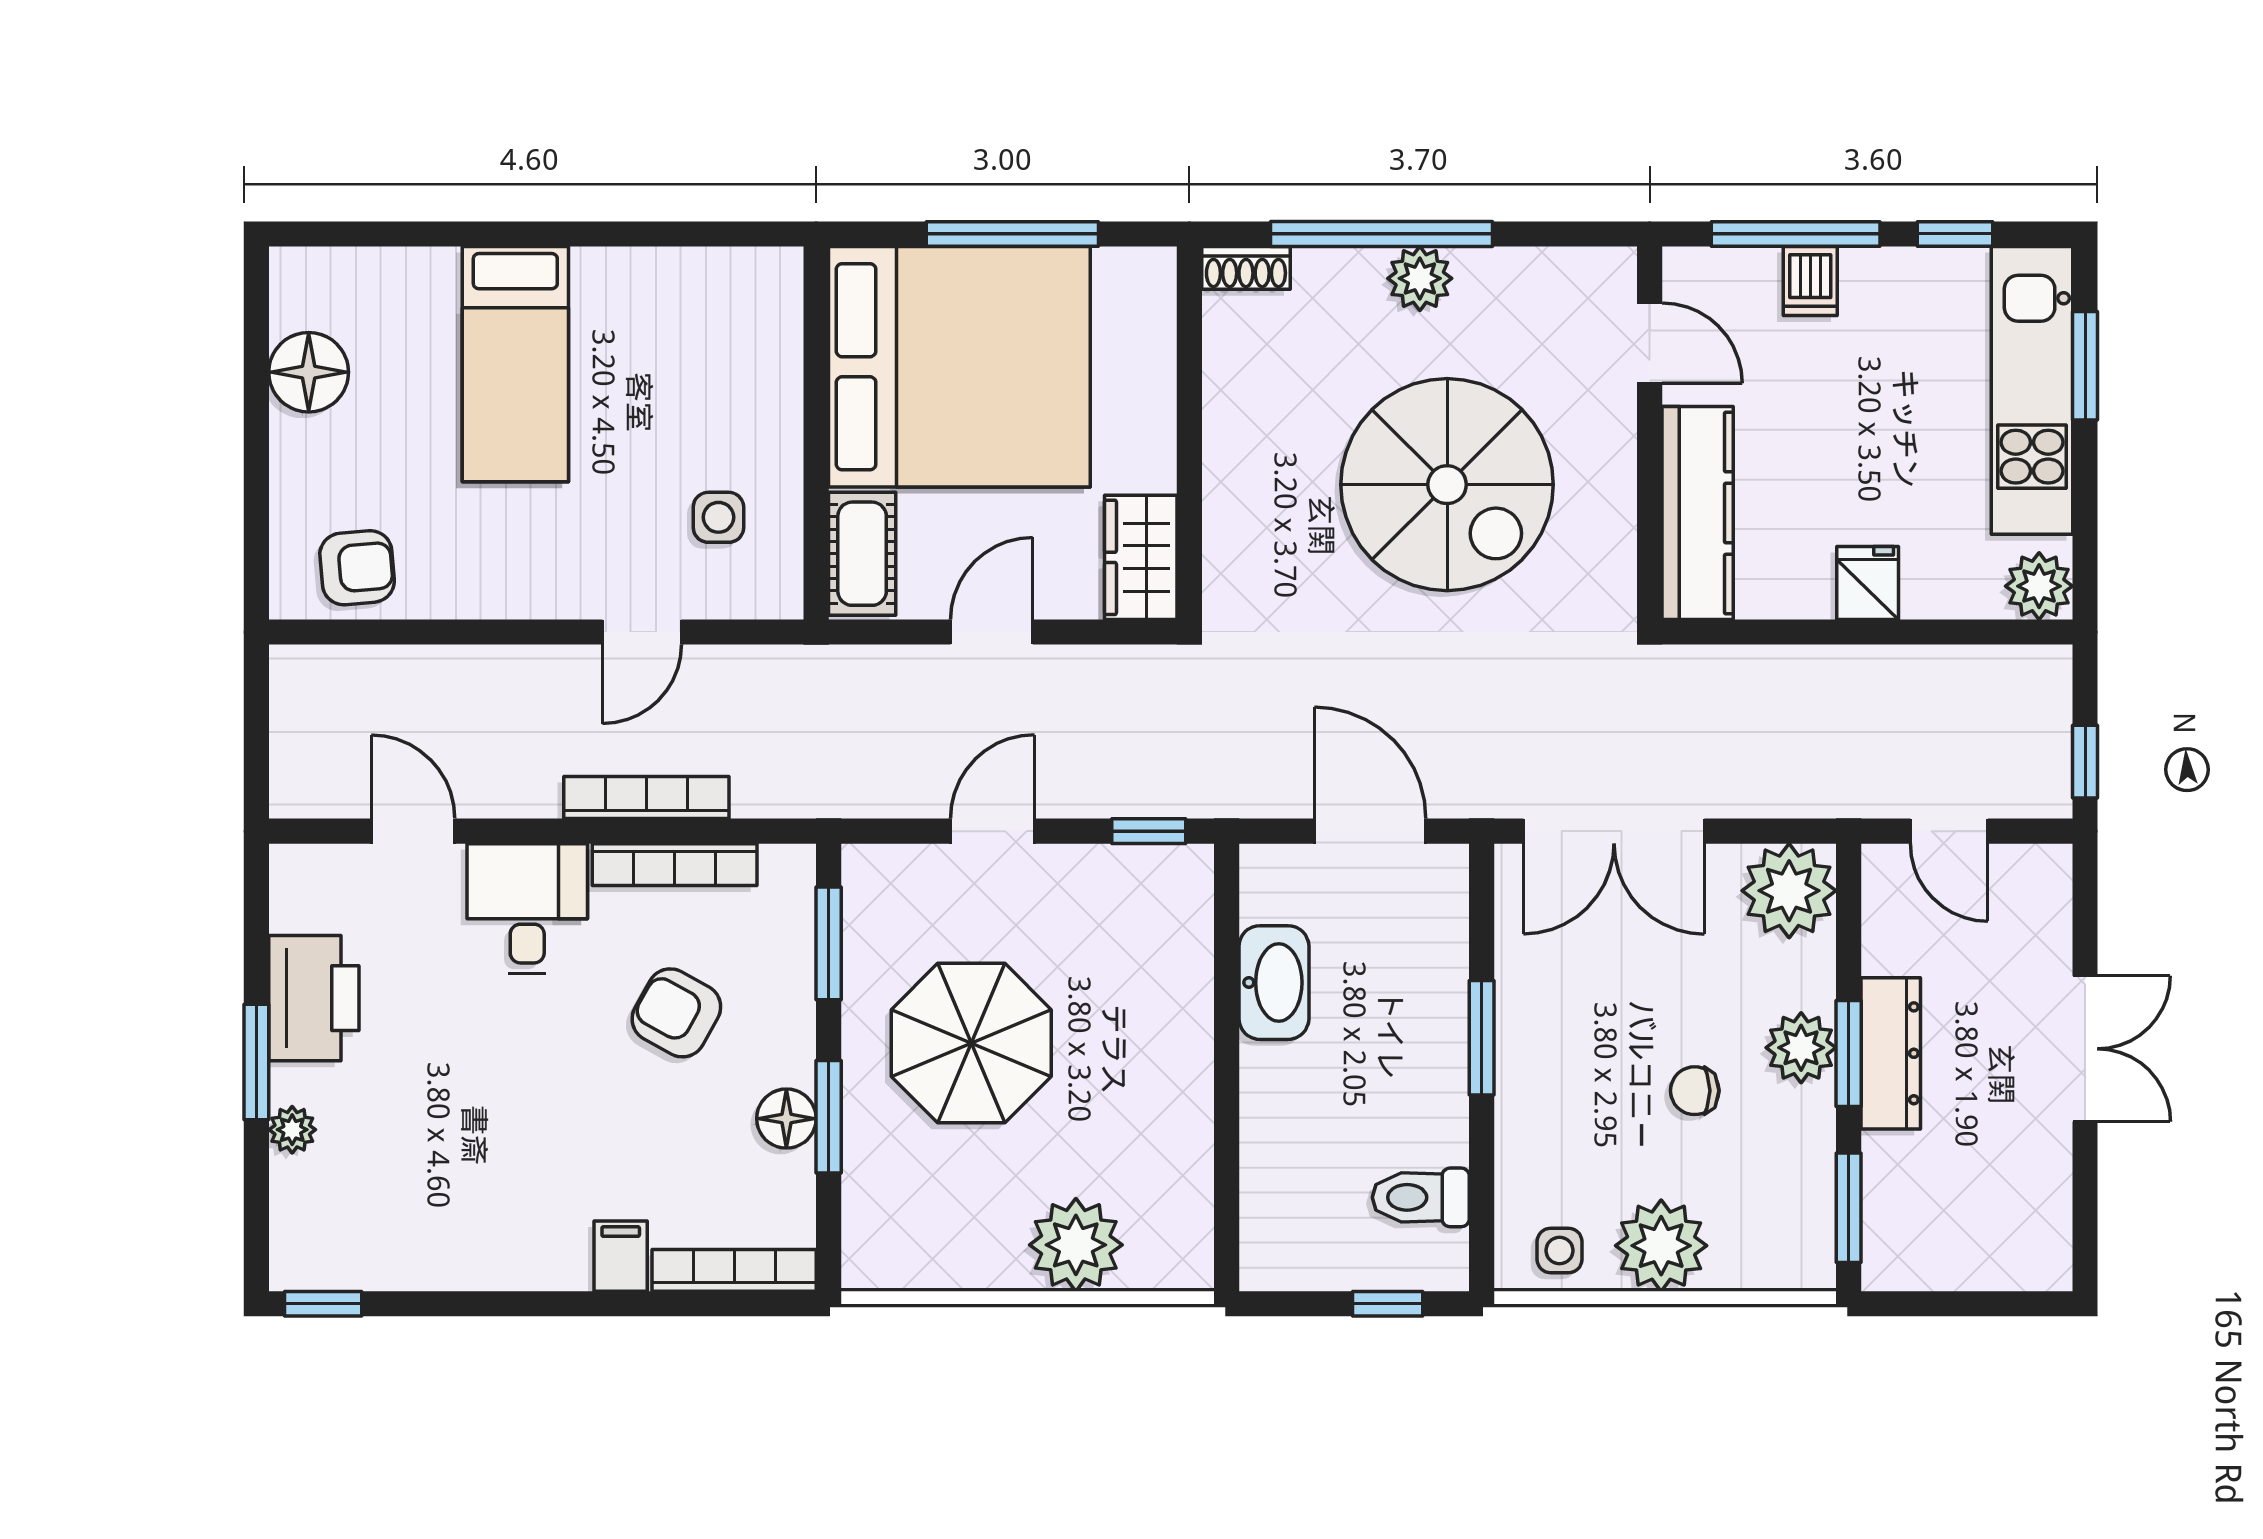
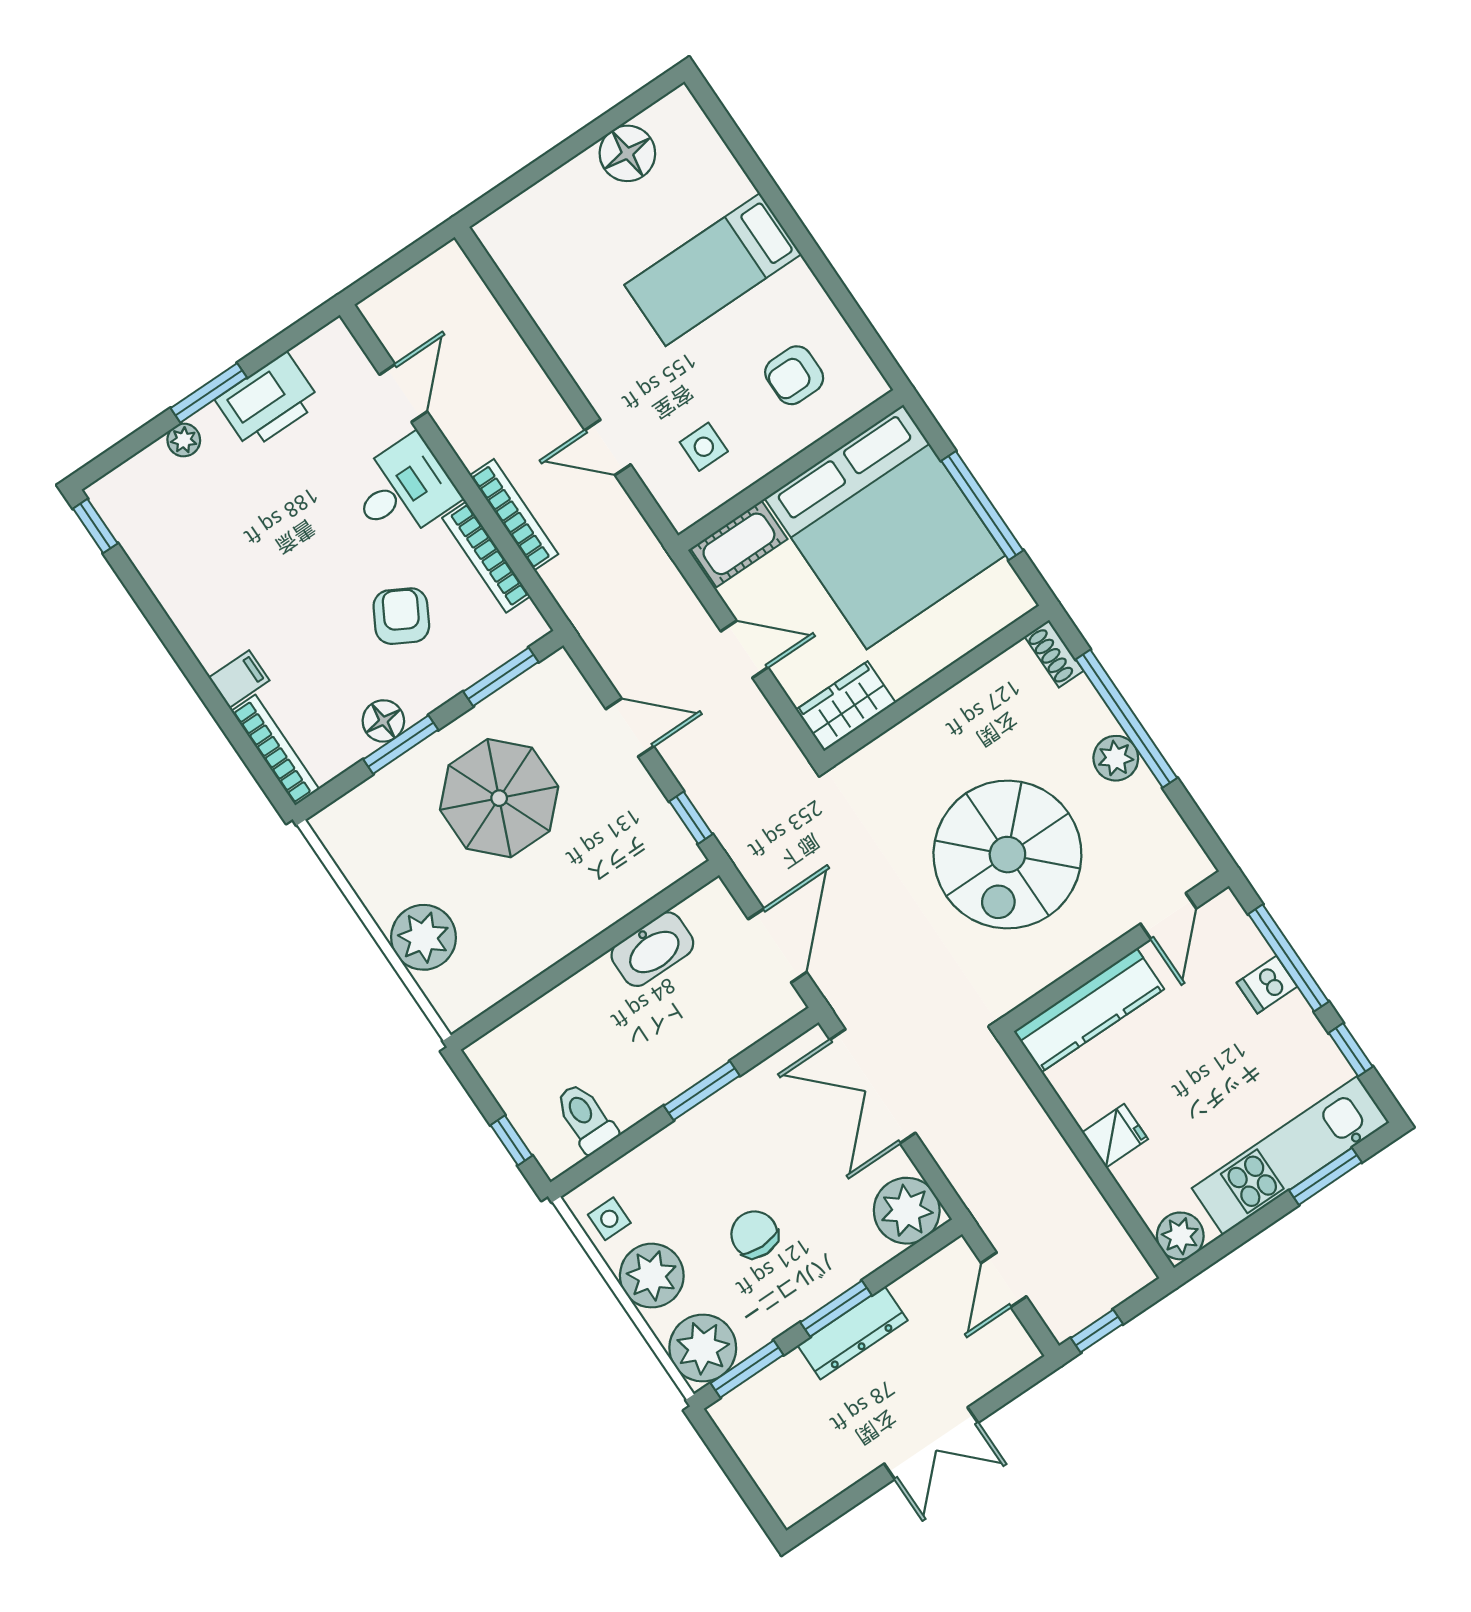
armchair: (357, 568) -> (794, 375), moved, turned 95
plant: (1801, 1048) -> (703, 1348), moved, width x1.36, depth x1.36
chair: (1695, 1091) -> (754, 1234), width x1.37, depth x1.37

